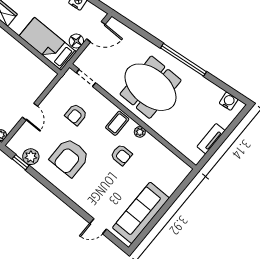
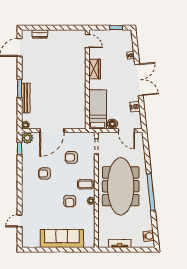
meeting table: (151, 87) -> (121, 186), width x1.36
door: (30, 112) -> (52, 131), width x1.87
plant: (31, 157) -> (27, 138), moved
armchair: (70, 157) -> (45, 174), width x0.53, depth x0.53
sofa: (141, 213) -> (62, 238), moved
door: (98, 226) -> (20, 221), hinge flipped

